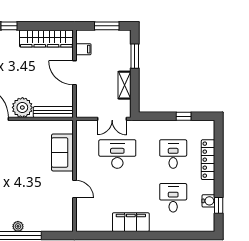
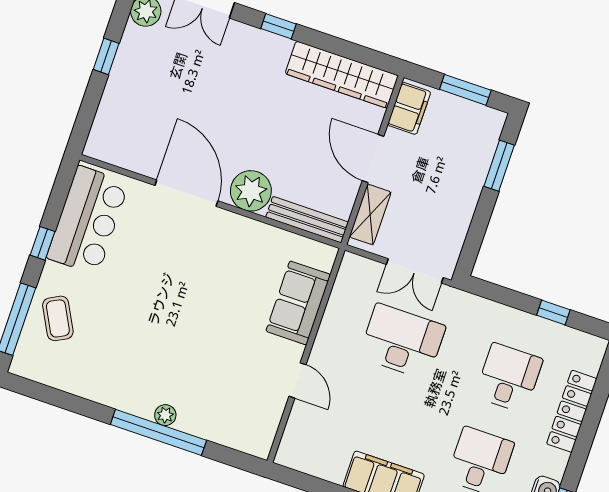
filing cabinet: (83, 49) -> (409, 108), width x2.00
shelving: (125, 85) -> (370, 214), moved

